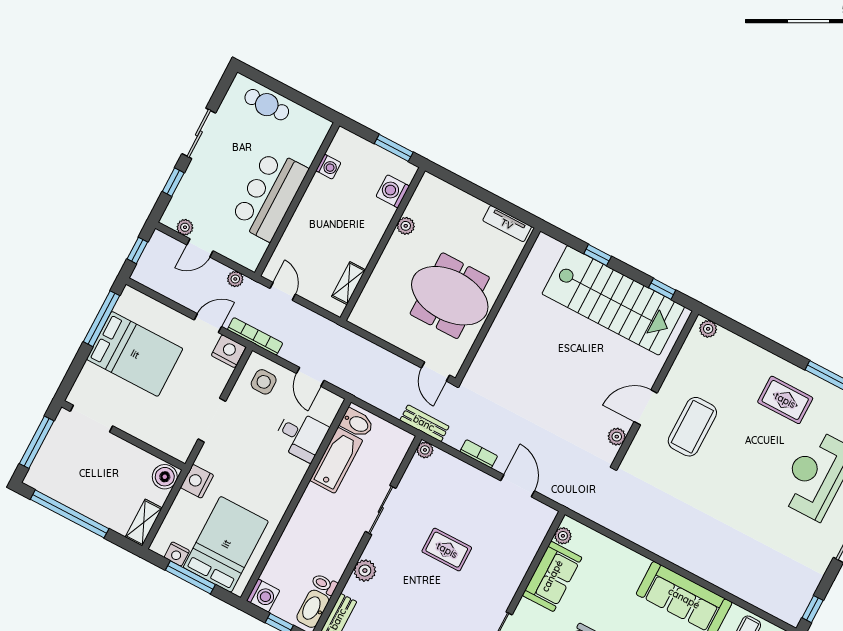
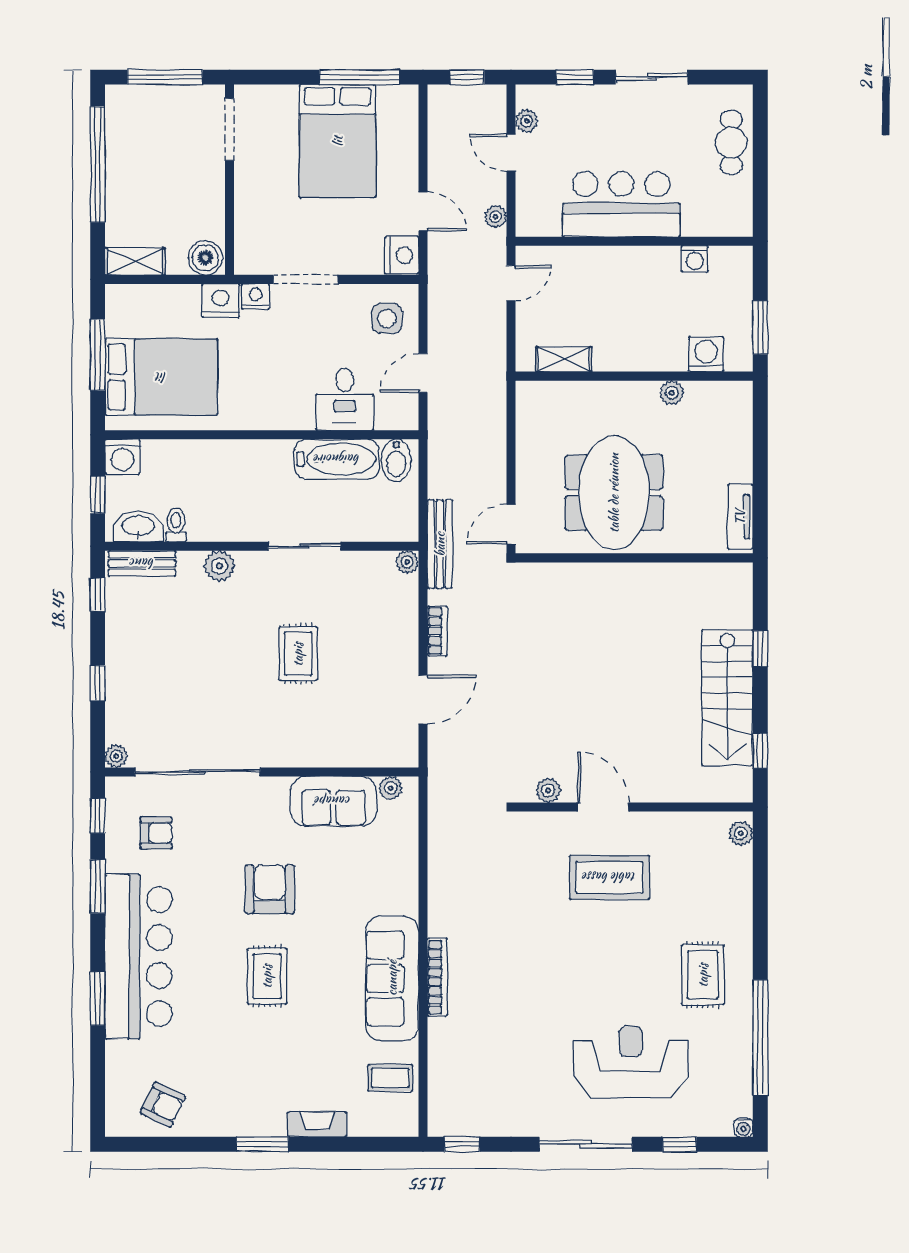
stairs: (613, 300) -> (727, 698), width x0.73, depth x0.66
bookcase: (255, 336) -> (437, 977), moved
bench: (424, 423) -> (440, 544), width x1.36
nightstand: (177, 554) -> (256, 297), moved, turned 90

